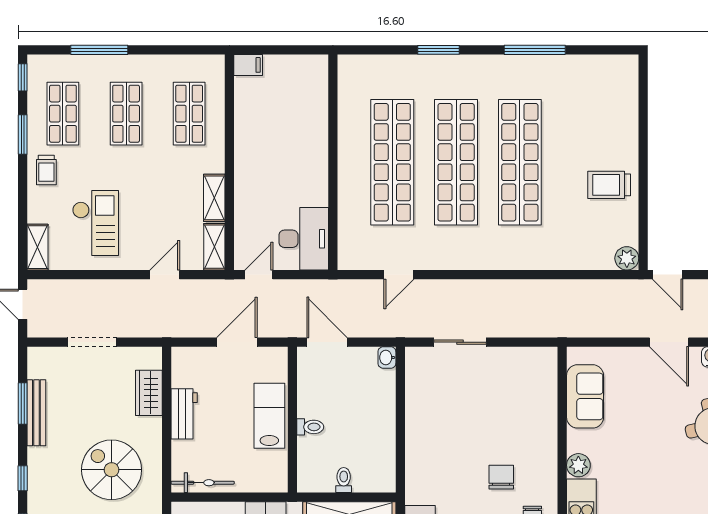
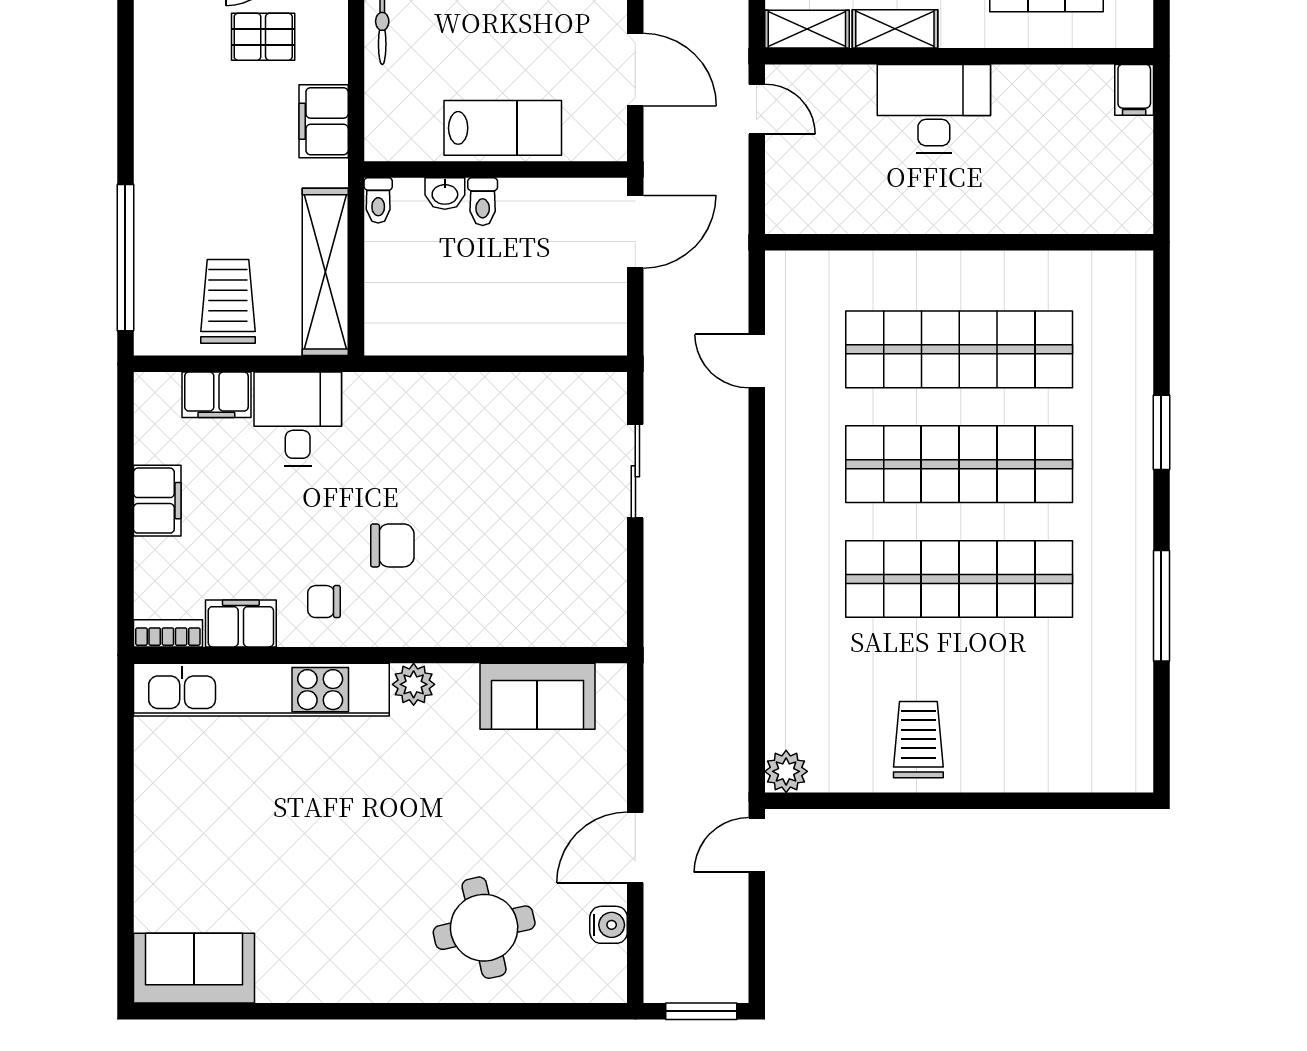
desk: (304, 239) -> (934, 109), moved, turned 180
washbasin: (387, 358) -> (445, 194), moved, turned 180
toilet: (344, 480) -> (378, 200), moved, turned 90

